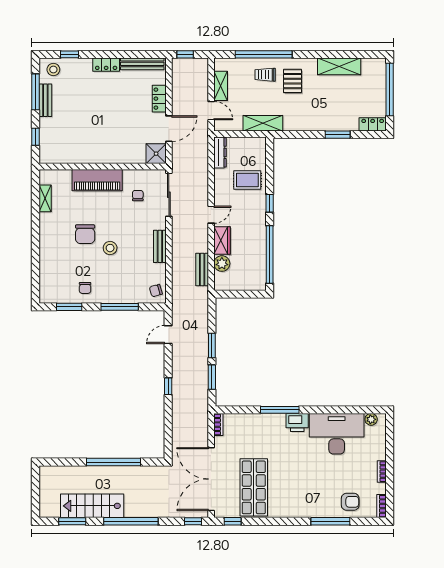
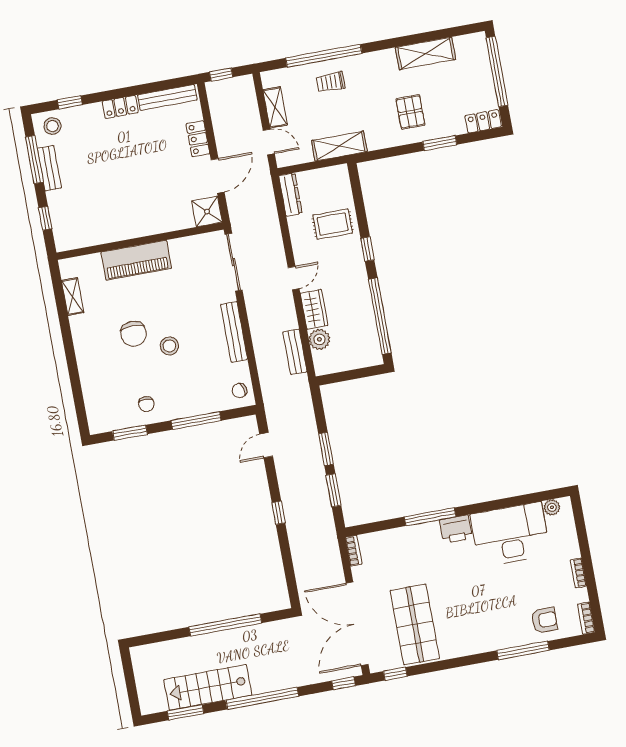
pallet: (293, 81) -> (410, 112), moved
chair: (138, 196) -> (193, 271), removed
bench: (160, 246) -> (234, 332), width x1.36

